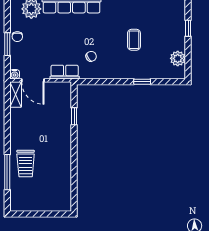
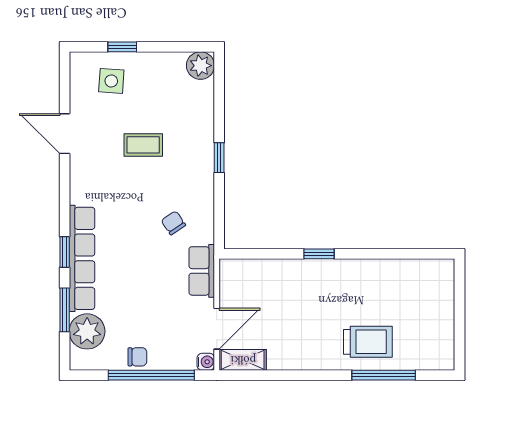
side table: (169, 22) -> (111, 81), added
window: (7, 44) -> (151, 375), width x2.11
plant: (178, 58) -> (200, 66), moved
window: (142, 82) -> (219, 158), moved
window: (74, 116) -> (319, 254), moved

